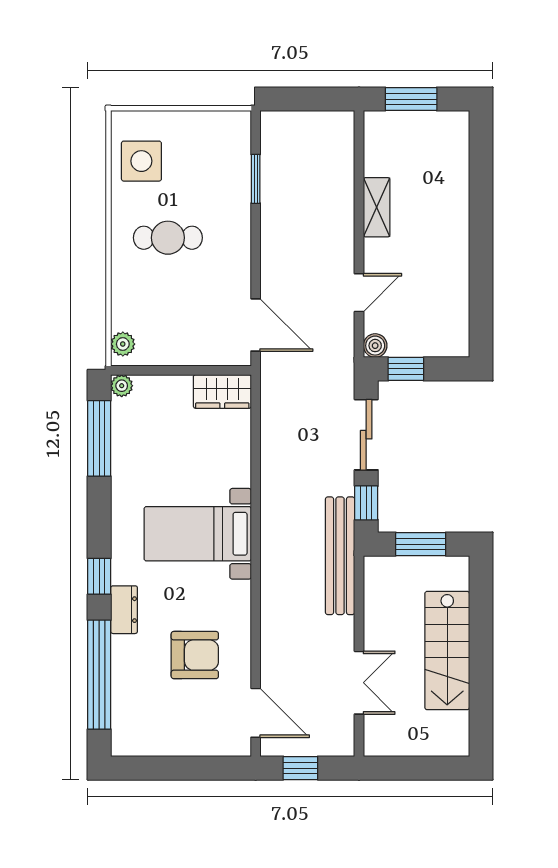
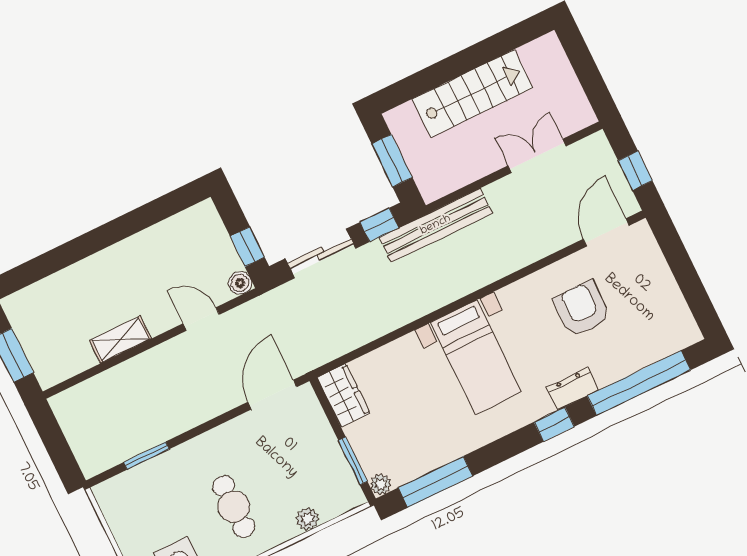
plant: (123, 344) -> (307, 519), moved
window: (157, 370) -> (353, 461), added

